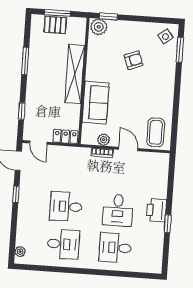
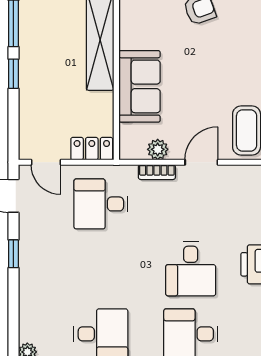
window: (22, 111) -> (13, 74), moved
door: (128, 149) -> (201, 162), hinge flipped
desk: (66, 207) -> (101, 204), moved

